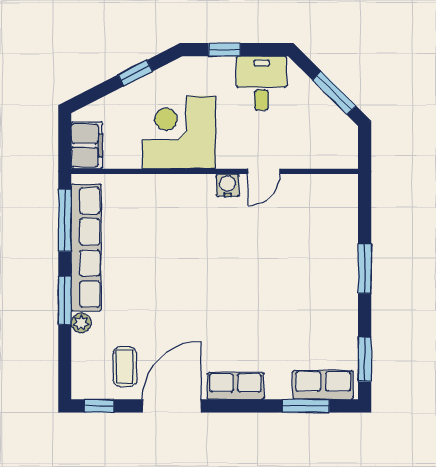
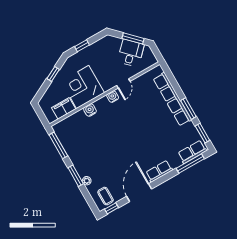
desk: (261, 83) -> (131, 53), moved, turned 45
filing cabinet: (87, 145) -> (64, 108), moved, turned -90
water cooler: (167, 186) -> (90, 110), added
row of seats: (86, 247) -> (172, 99), moved, turned 180
window: (365, 268) -> (188, 109), moved
coffee table: (125, 367) -> (106, 196), moved
window: (306, 406) -> (190, 164), width x1.44

